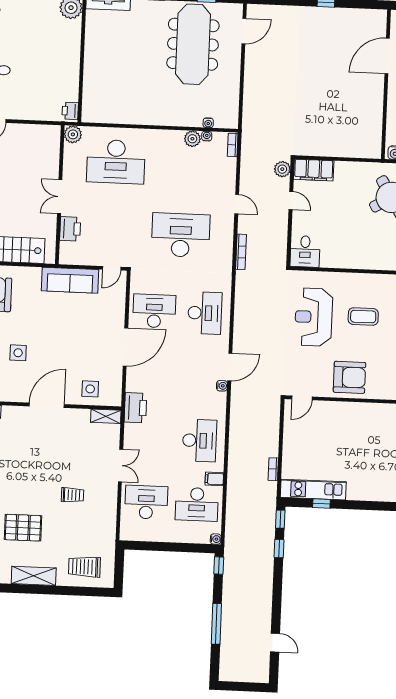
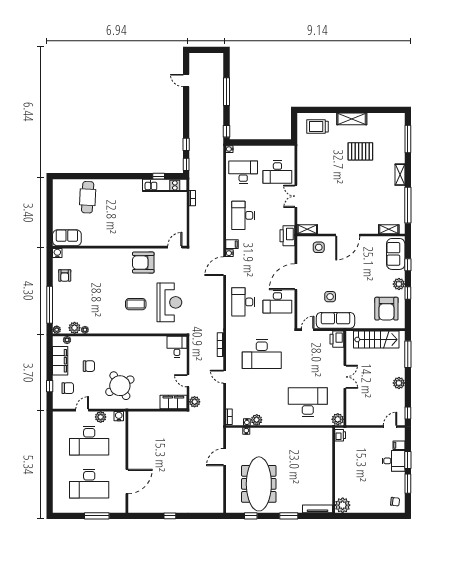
door: (244, 31) -> (225, 457), moved
printer: (70, 229) -> (337, 339), moved
side table: (18, 353) -> (330, 297), moved
filing cabinet: (214, 479) -> (232, 244), moved
trolley: (72, 495) -> (328, 175), removed
trolley: (84, 567) -> (318, 127), turned 180

